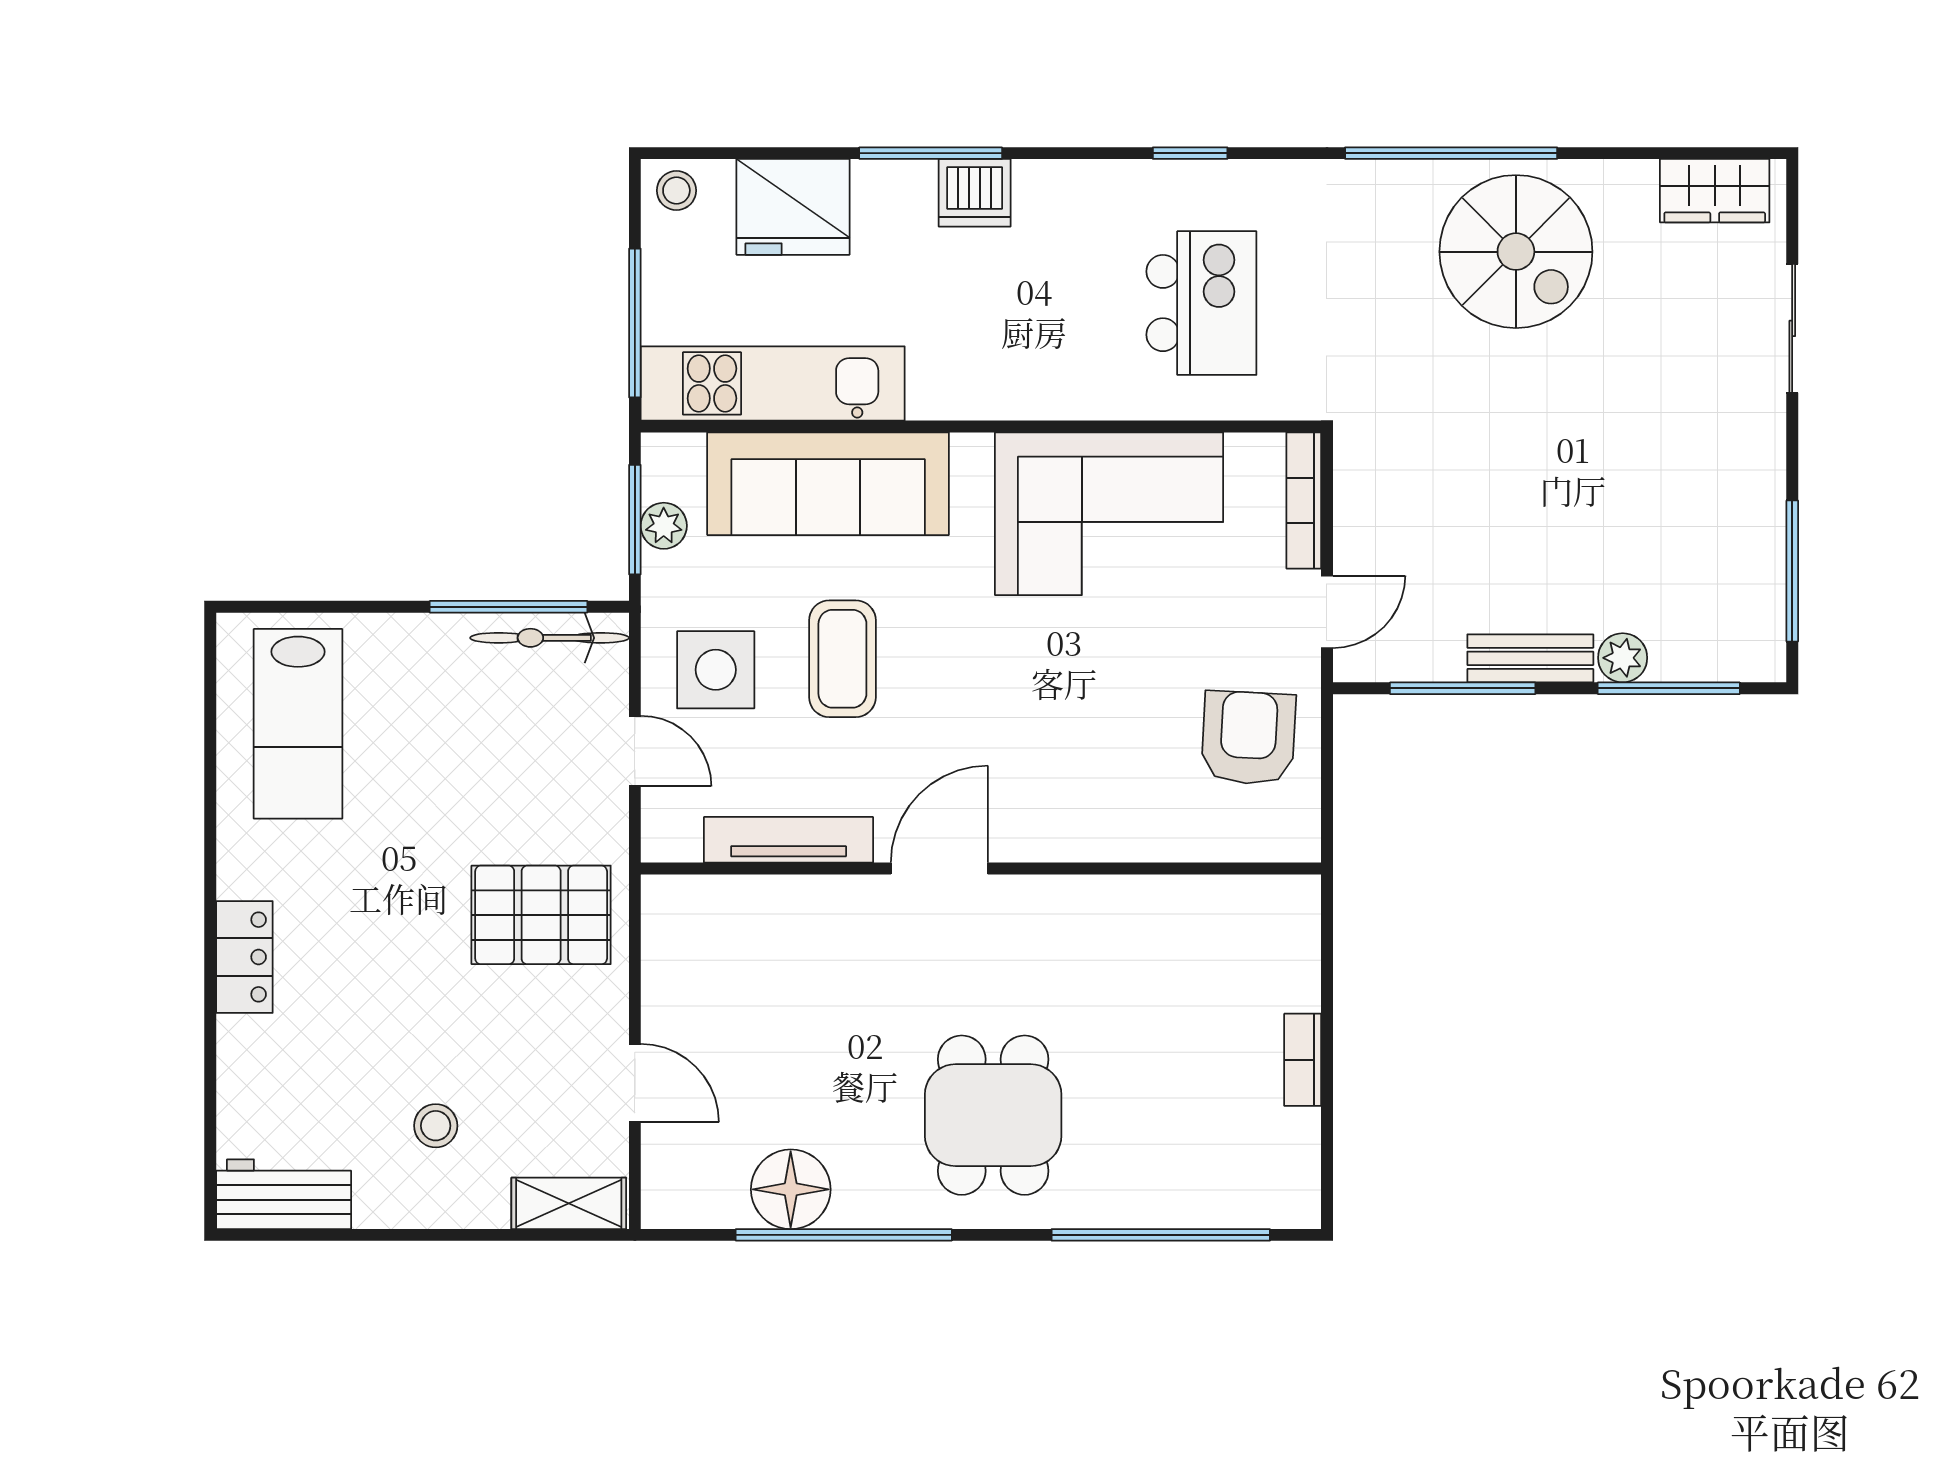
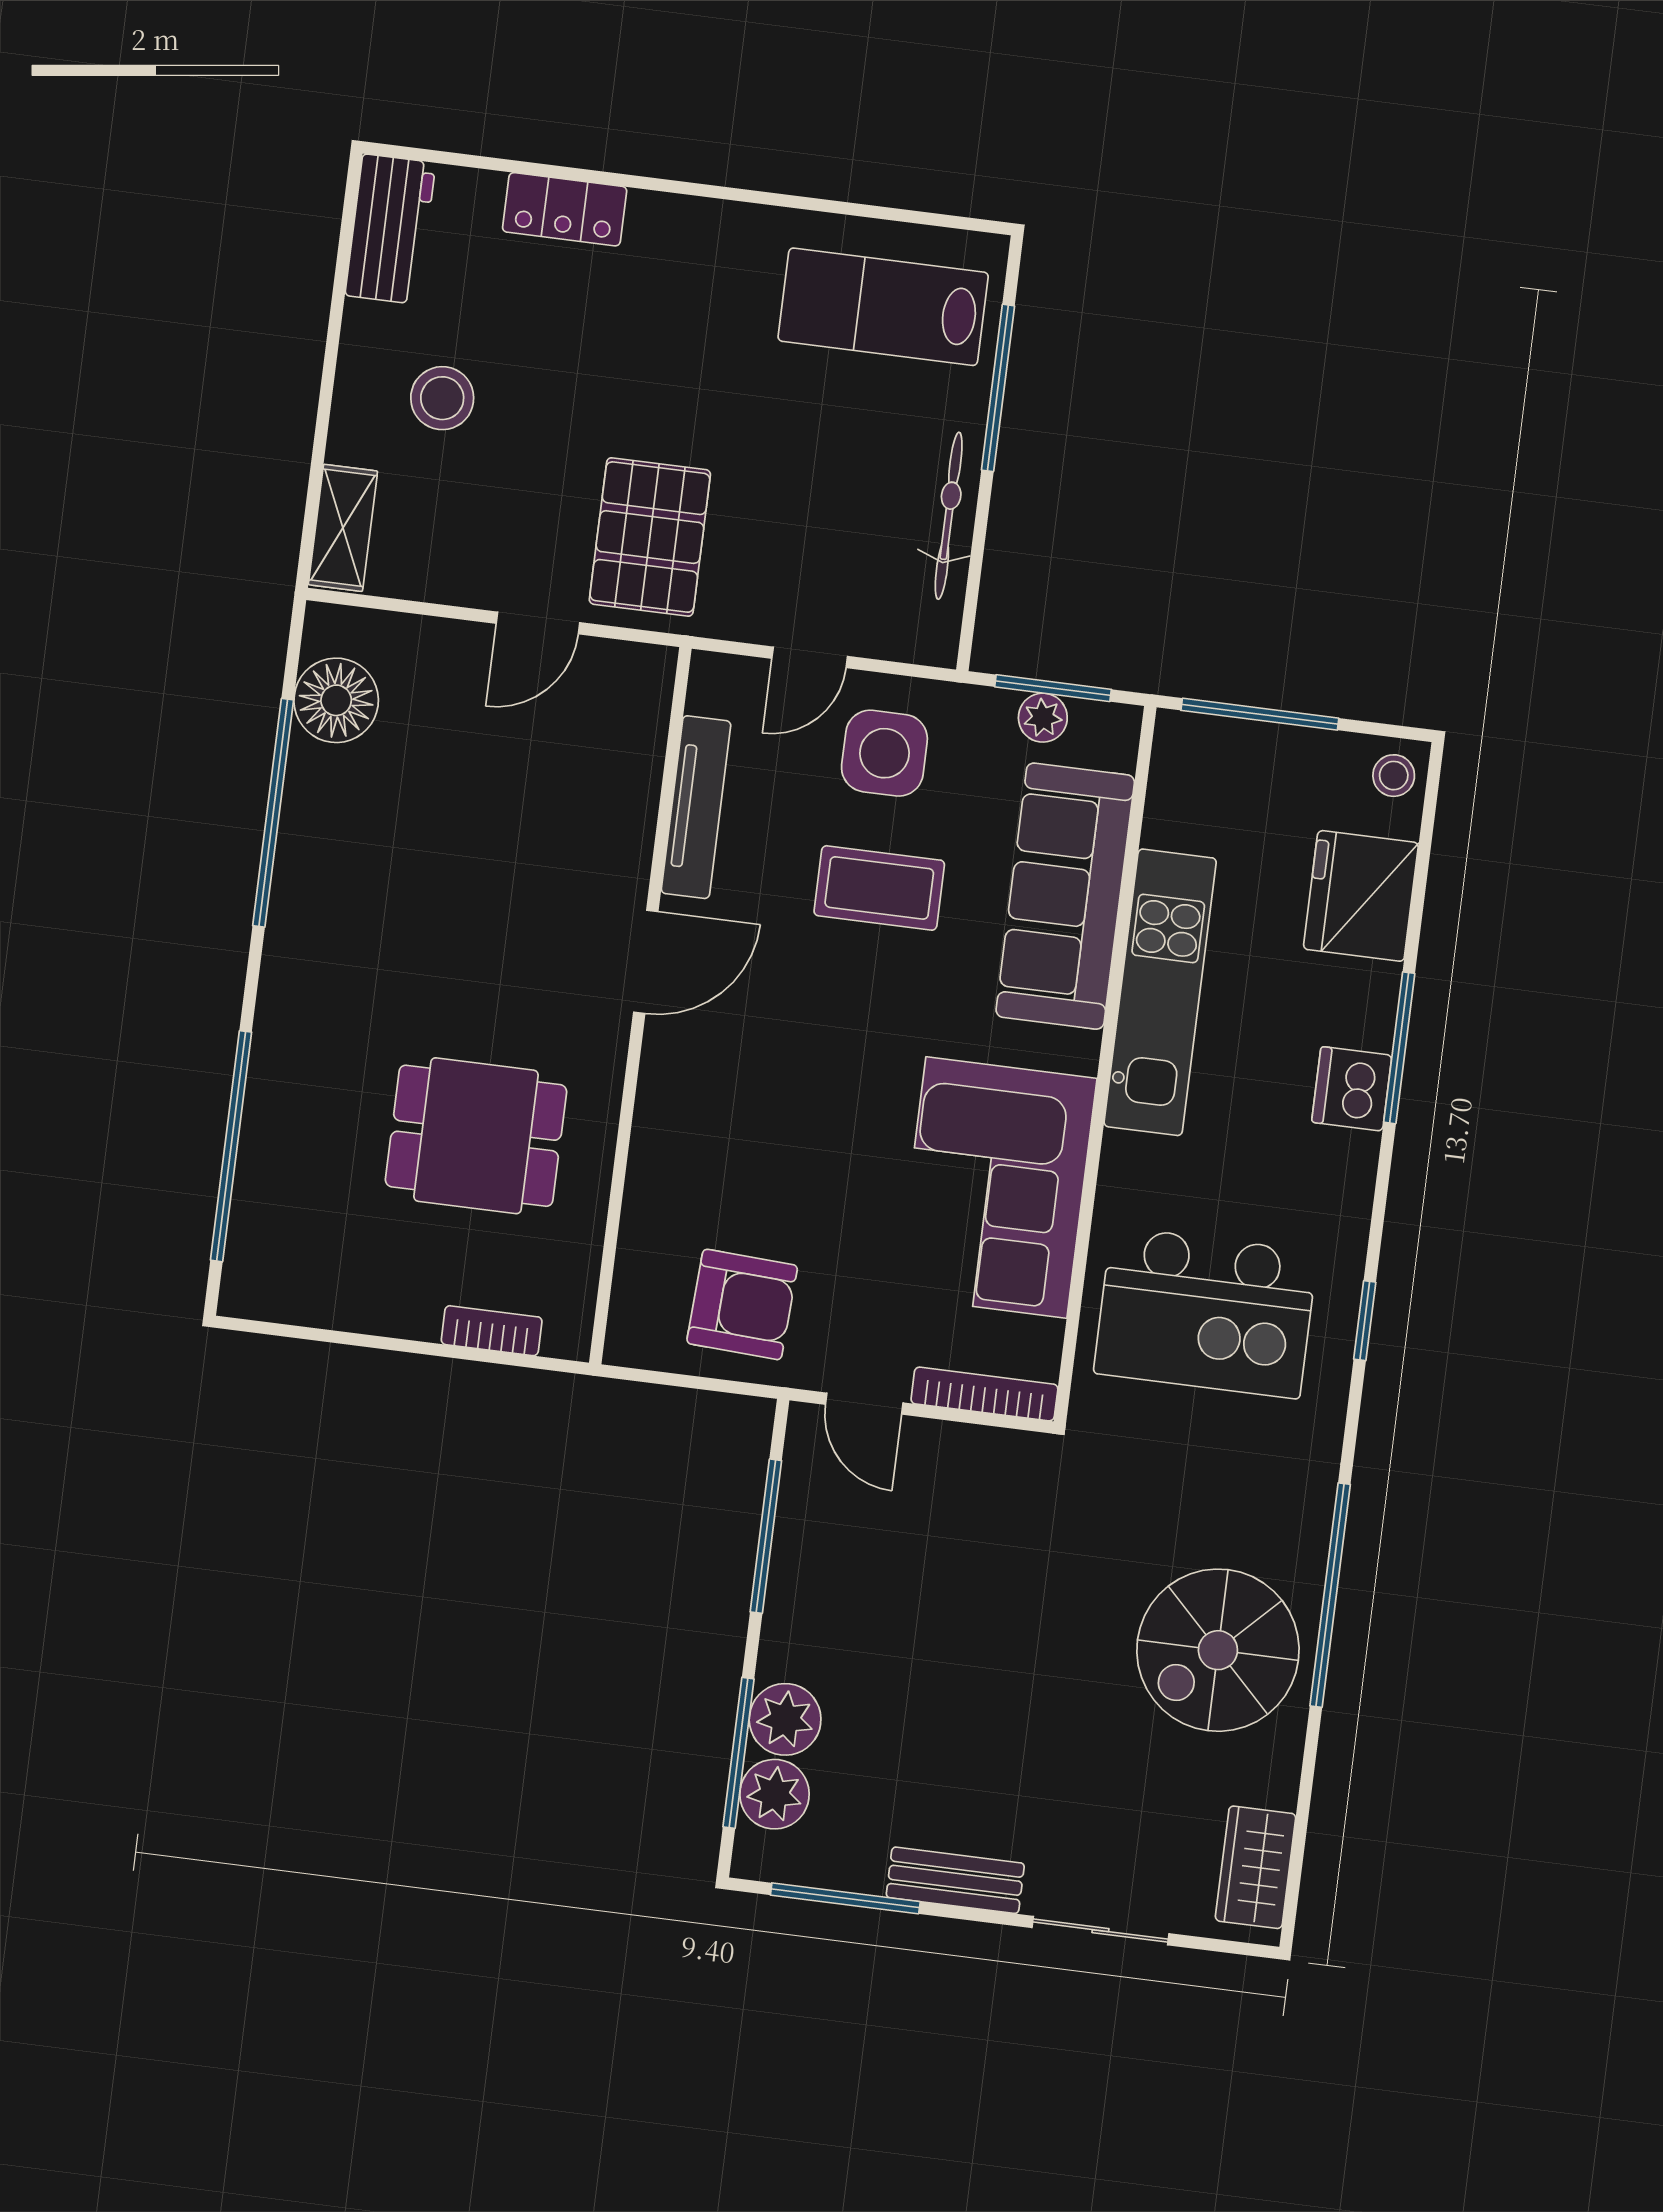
kitchen island: (1201, 303) -> (1206, 1313), width x1.37, depth x1.28
kitchen unit: (773, 383) -> (1160, 992), moved
window: (509, 607) -> (998, 388), moved
bicycle: (550, 638) -> (949, 516), moved
plant: (1703, 650) -> (775, 1794), added
bench: (1530, 658) -> (955, 1880), moved, turned 90
plant: (1623, 658) -> (785, 1719), width x1.38, depth x1.38
door: (939, 869) -> (646, 962), hinge flipped
locker: (244, 957) -> (565, 209), moved
bookcase: (1303, 1060) -> (492, 1331), moved
door: (635, 1083) -> (538, 623), moved
dining table: (993, 1115) -> (476, 1136), moved
stool: (436, 1126) -> (442, 398), width x1.37, depth x1.37
floor lamp: (791, 1189) -> (336, 700), moved

